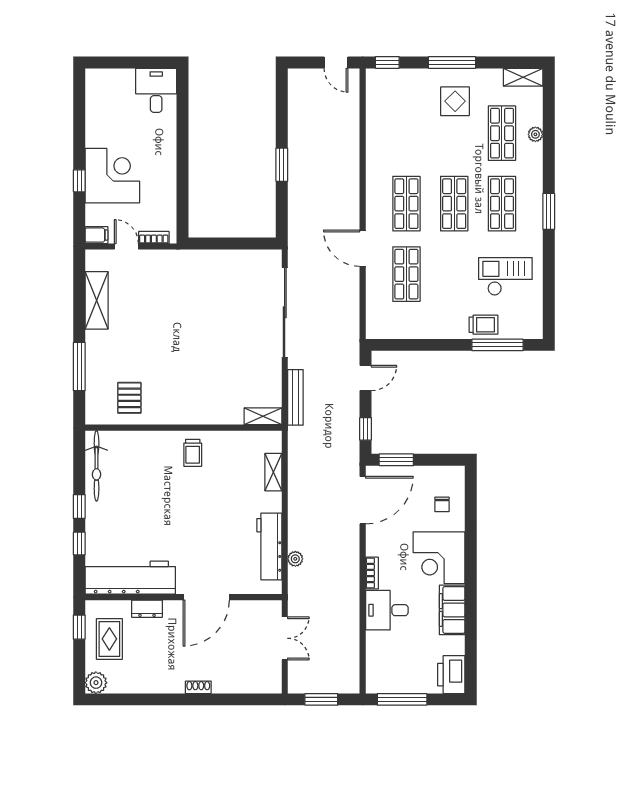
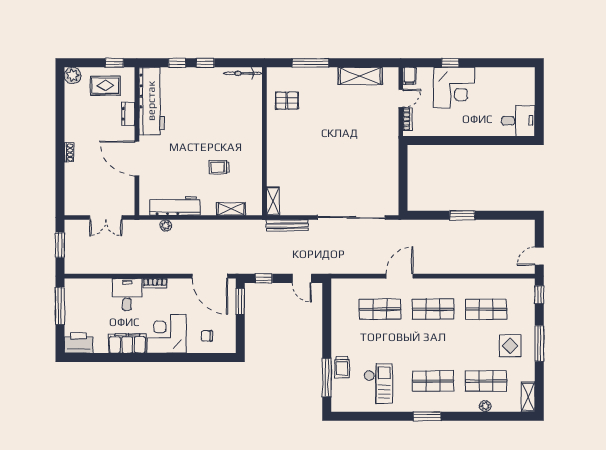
shop shelf: (454, 204) -> (486, 309), moved
trolley: (193, 453) -> (219, 167), moved
bicycle: (97, 466) -> (243, 73), width x0.73, depth x0.71

